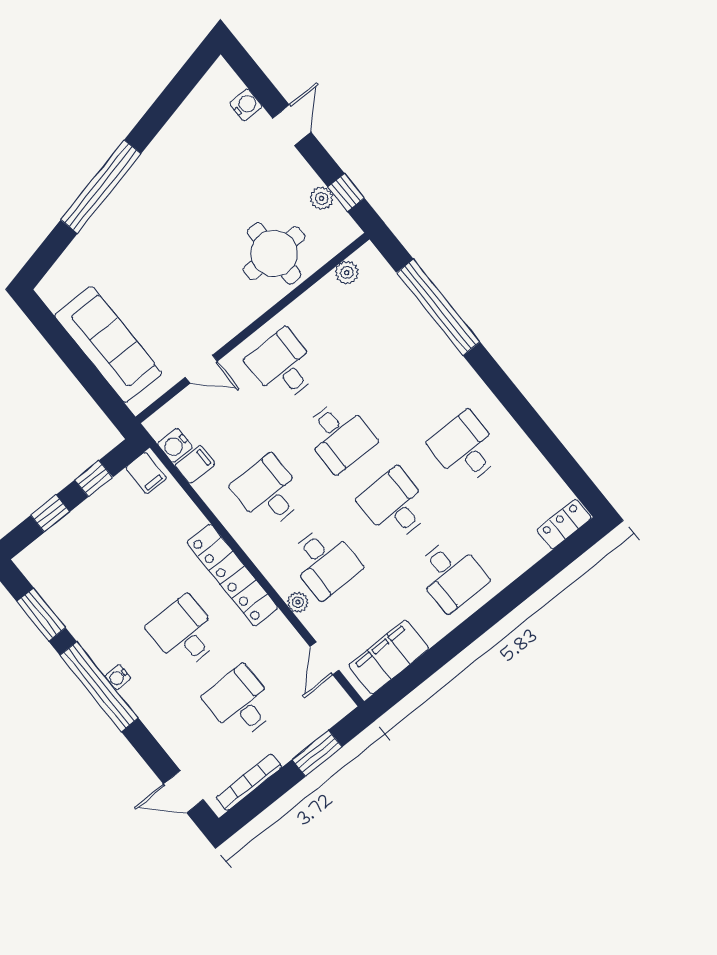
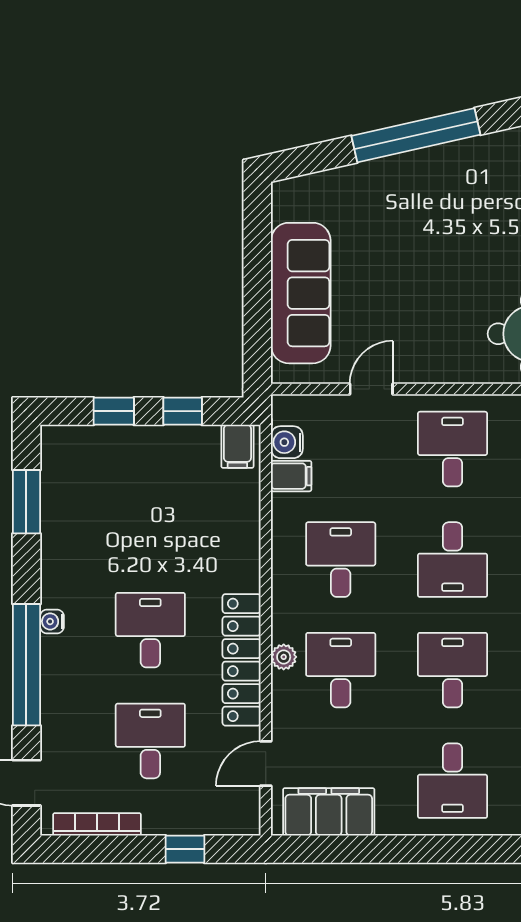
door: (201, 369) -> (371, 389), swing flipped
desk: (324, 562) -> (341, 670), turned 180
locker: (232, 575) -> (242, 660), moved
plant: (298, 602) -> (284, 657), moved
window: (99, 687) -> (26, 665), moved
window: (317, 753) -> (185, 849), width x0.67

